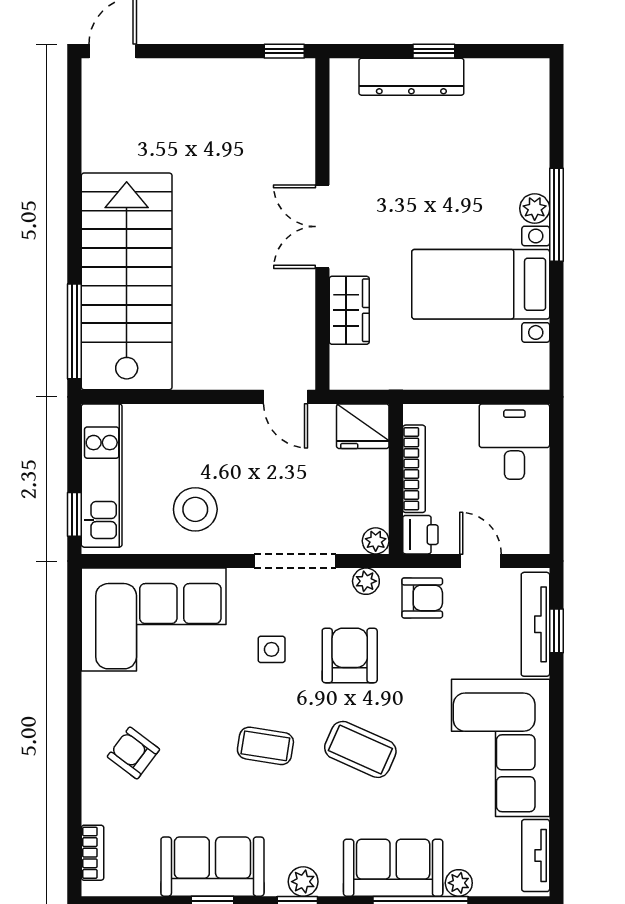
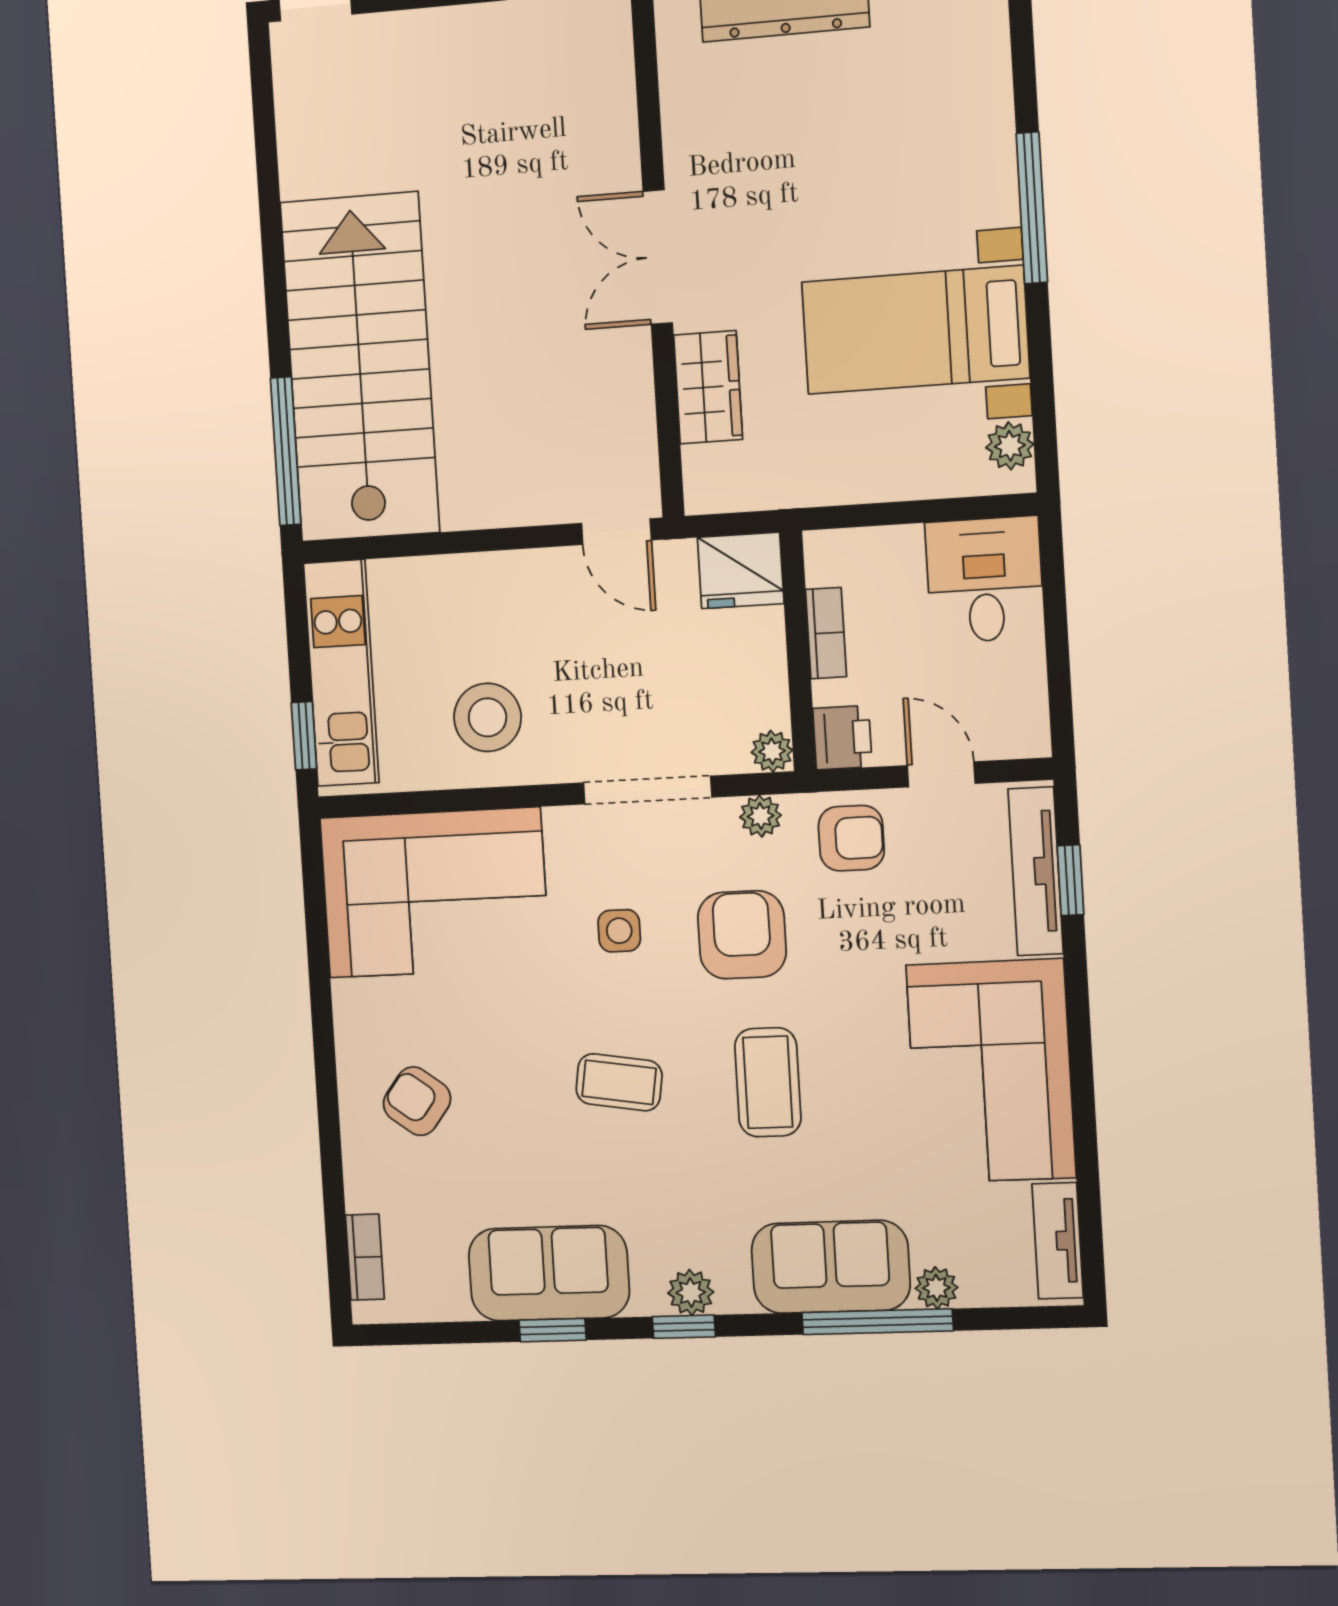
plant: (535, 208) -> (1010, 446), moved
bookcase: (414, 469) -> (826, 633), width x0.64
coffee table: (360, 749) -> (768, 1082), turned 66

